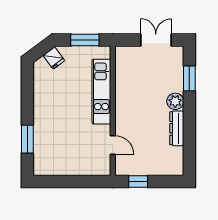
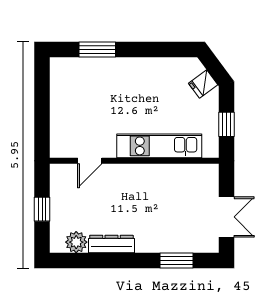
window: (85, 40) -> (227, 124), width x0.67
plant: (175, 101) -> (76, 242), moved
window: (138, 182) -> (42, 209), moved

